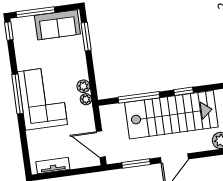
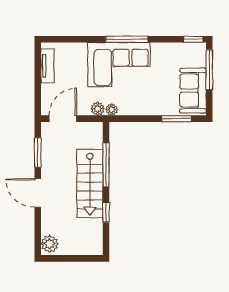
plant: (83, 86) -> (98, 109), moved
stairs: (171, 115) -> (90, 184), width x0.73, depth x0.66

